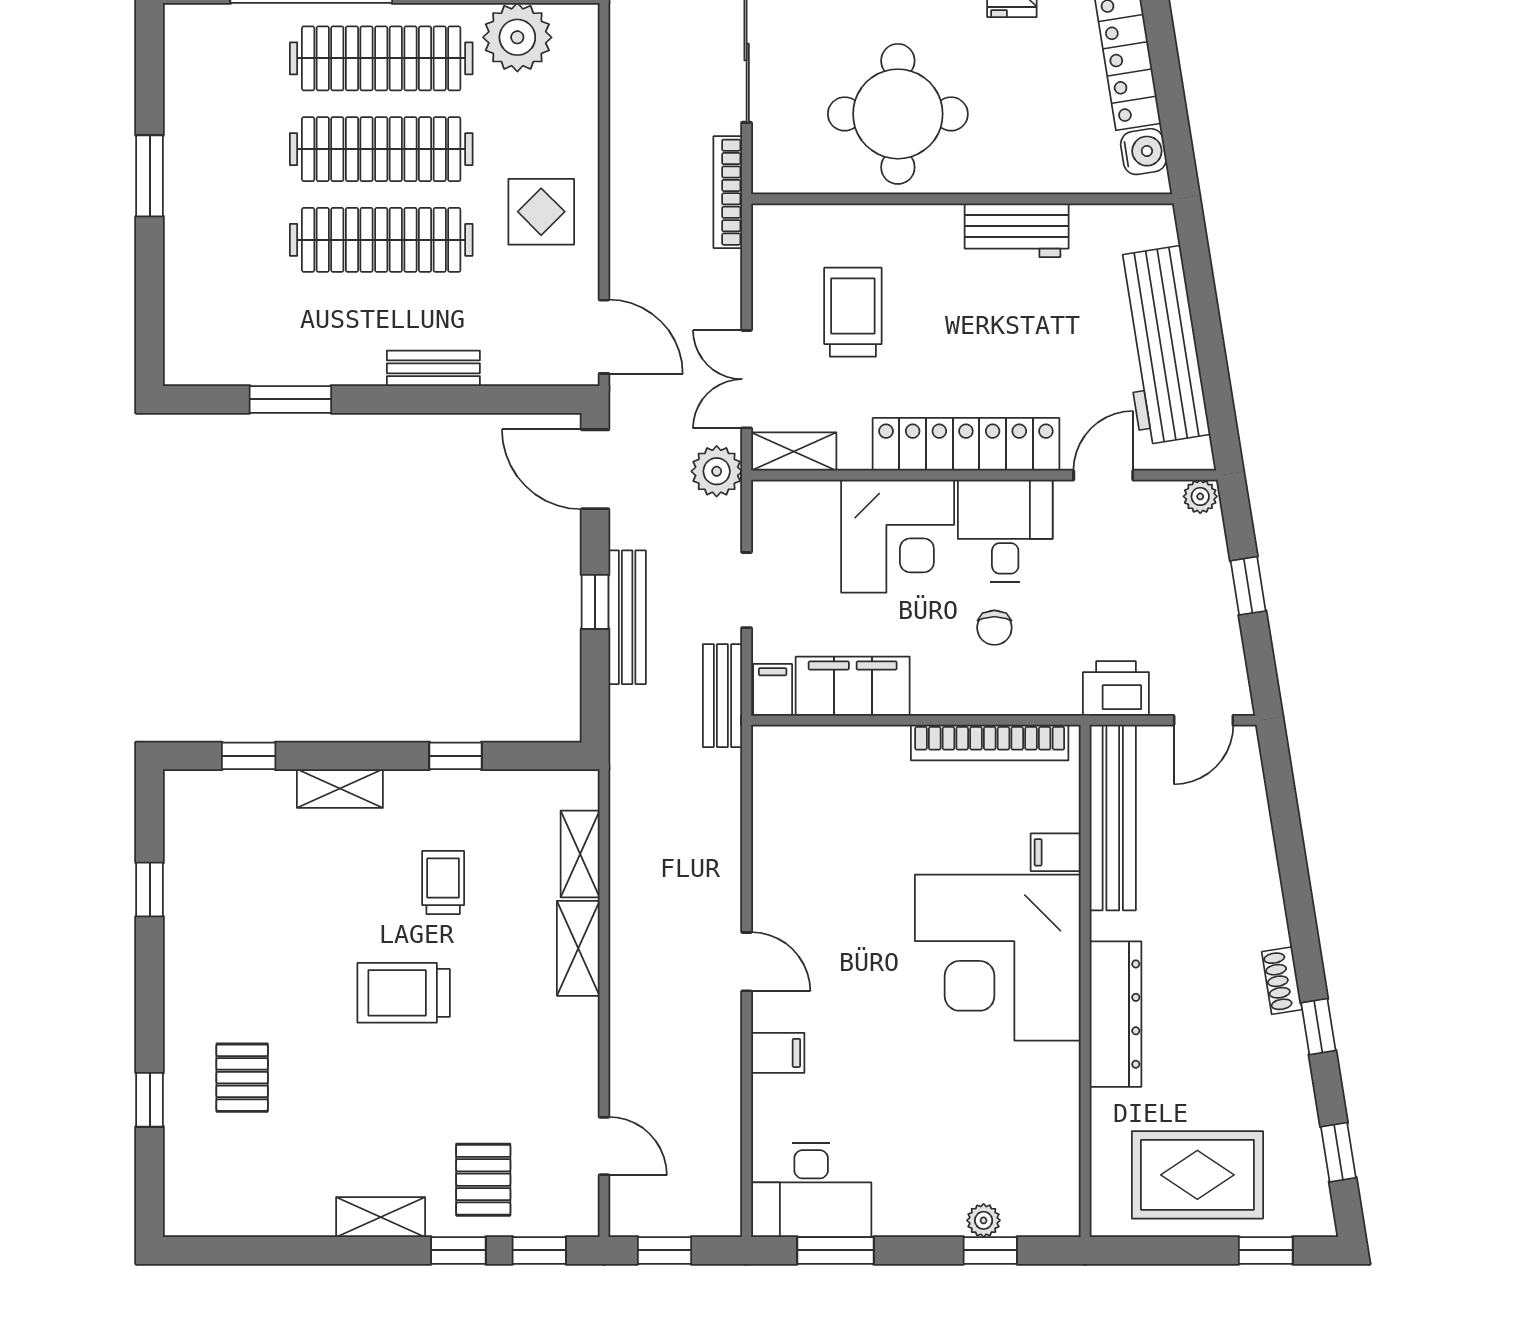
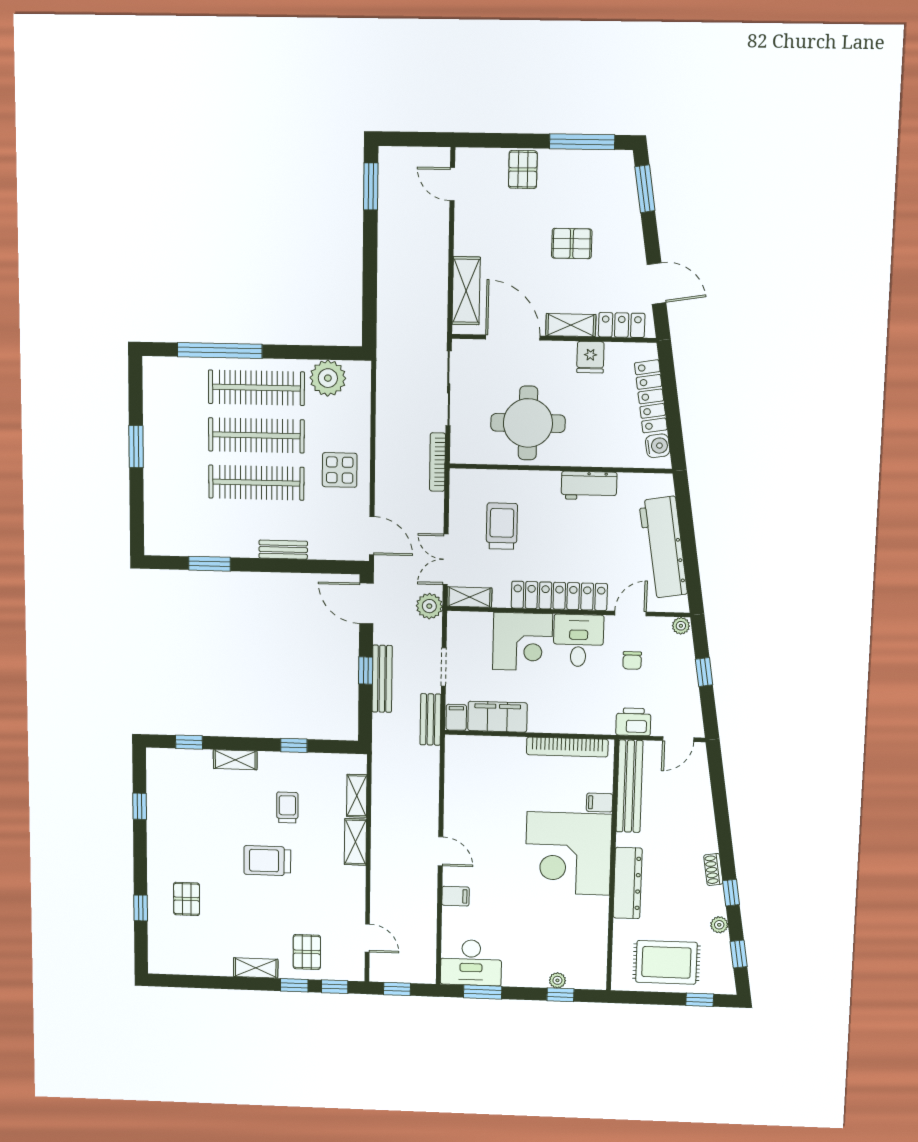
chair: (994, 628) -> (632, 660), moved
plant: (1298, 1093) -> (719, 925), added

